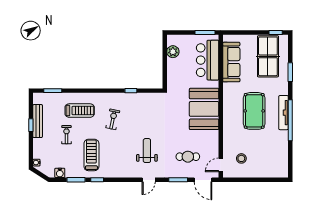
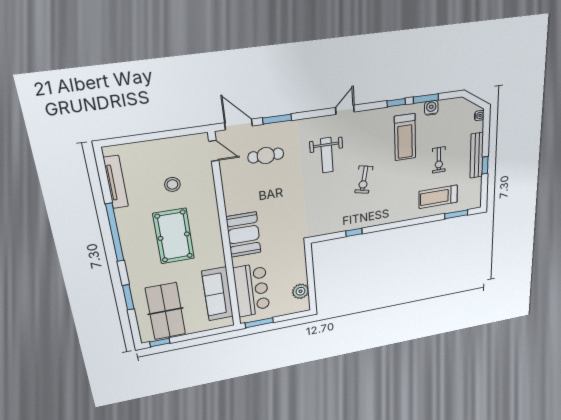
booth: (204, 109) -> (244, 235), width x0.73, depth x0.70
treadmill: (80, 111) -> (438, 197), moved
tv unit: (284, 113) -> (116, 182), moved
exercise bike: (113, 119) -> (364, 180), moved
bench: (38, 121) -> (477, 155), moved
stool: (241, 158) -> (172, 184), moved
door: (221, 165) -> (214, 151), hinge flipped
water cooler: (60, 173) -> (431, 108), moved
door: (149, 180) -> (345, 110), moved

